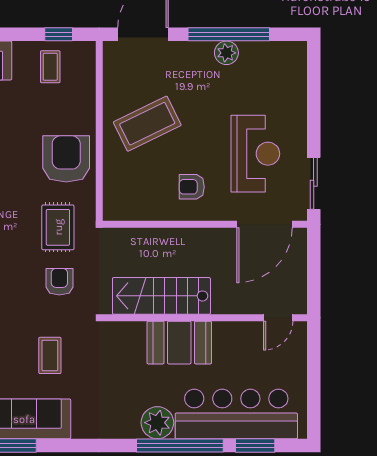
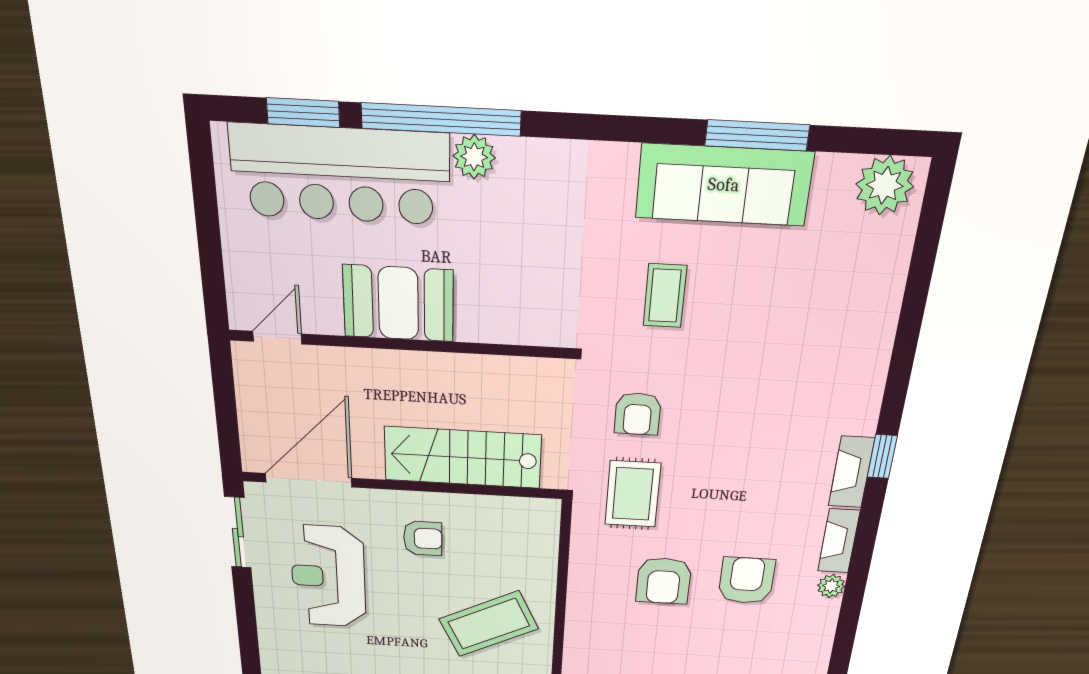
armchair: (66, 159) -> (664, 581), moved, width x0.73, depth x0.73
stairs: (161, 296) -> (463, 457), moved, turned 180
booth: (179, 343) -> (398, 303), moved
plant: (157, 423) -> (474, 157), width x0.73, depth x0.73

